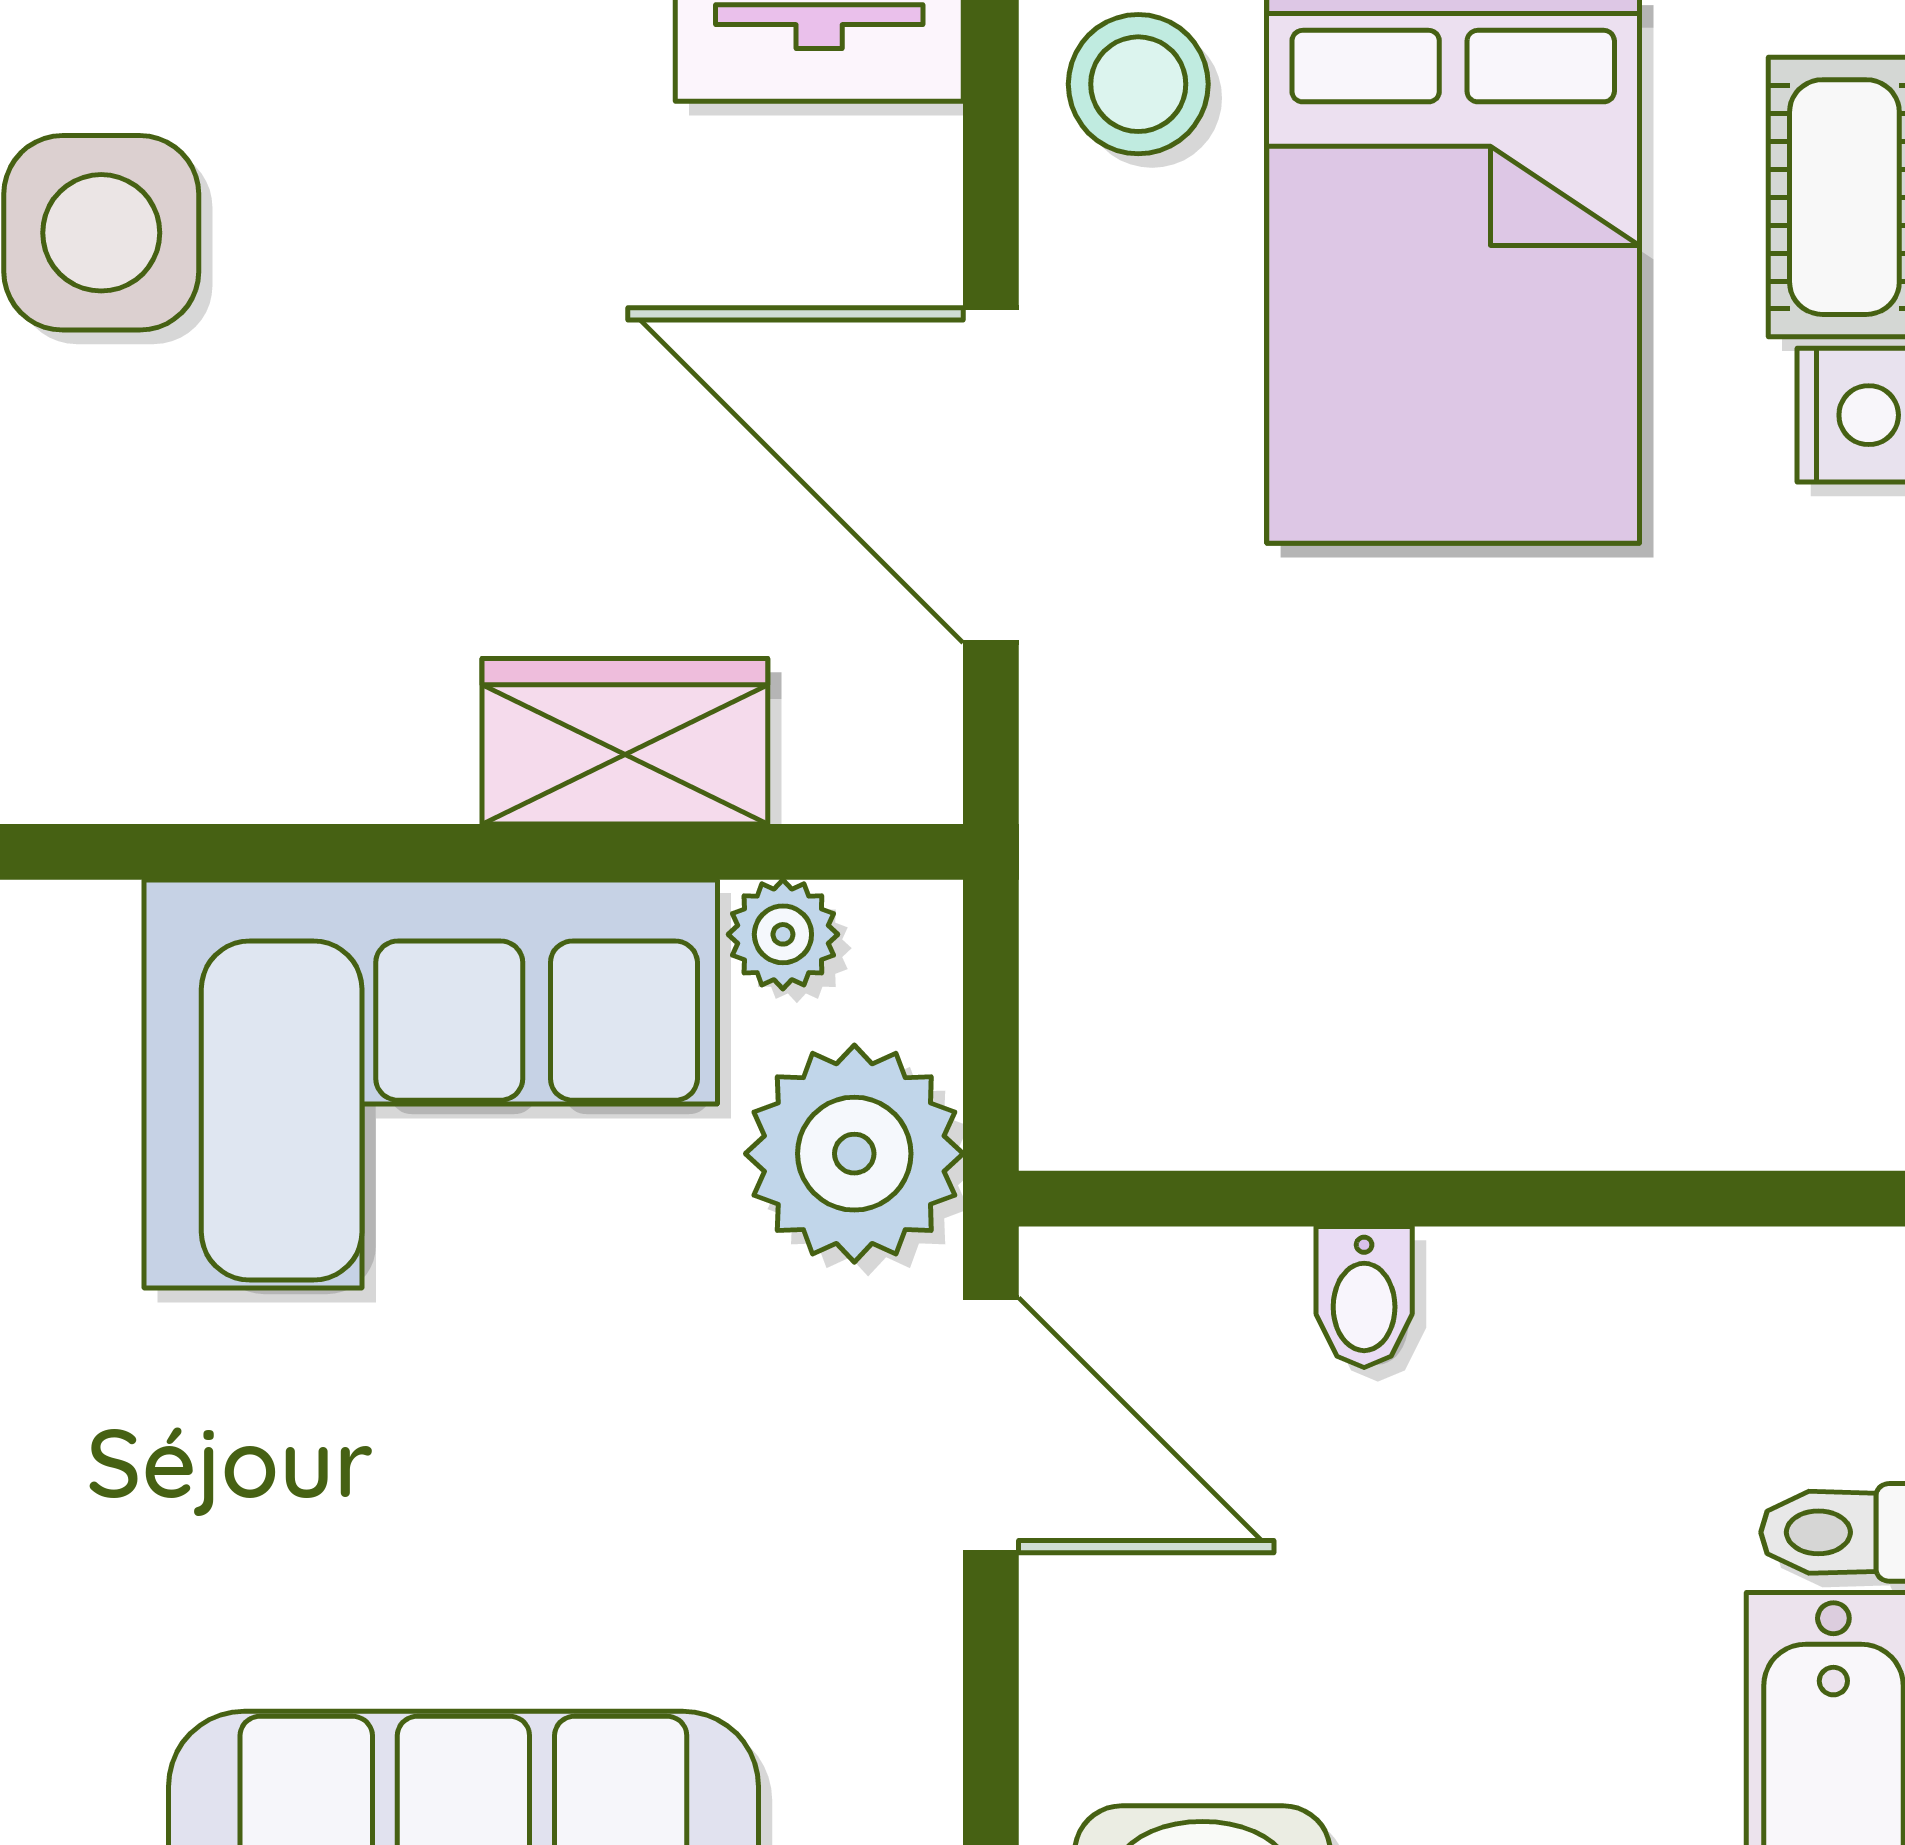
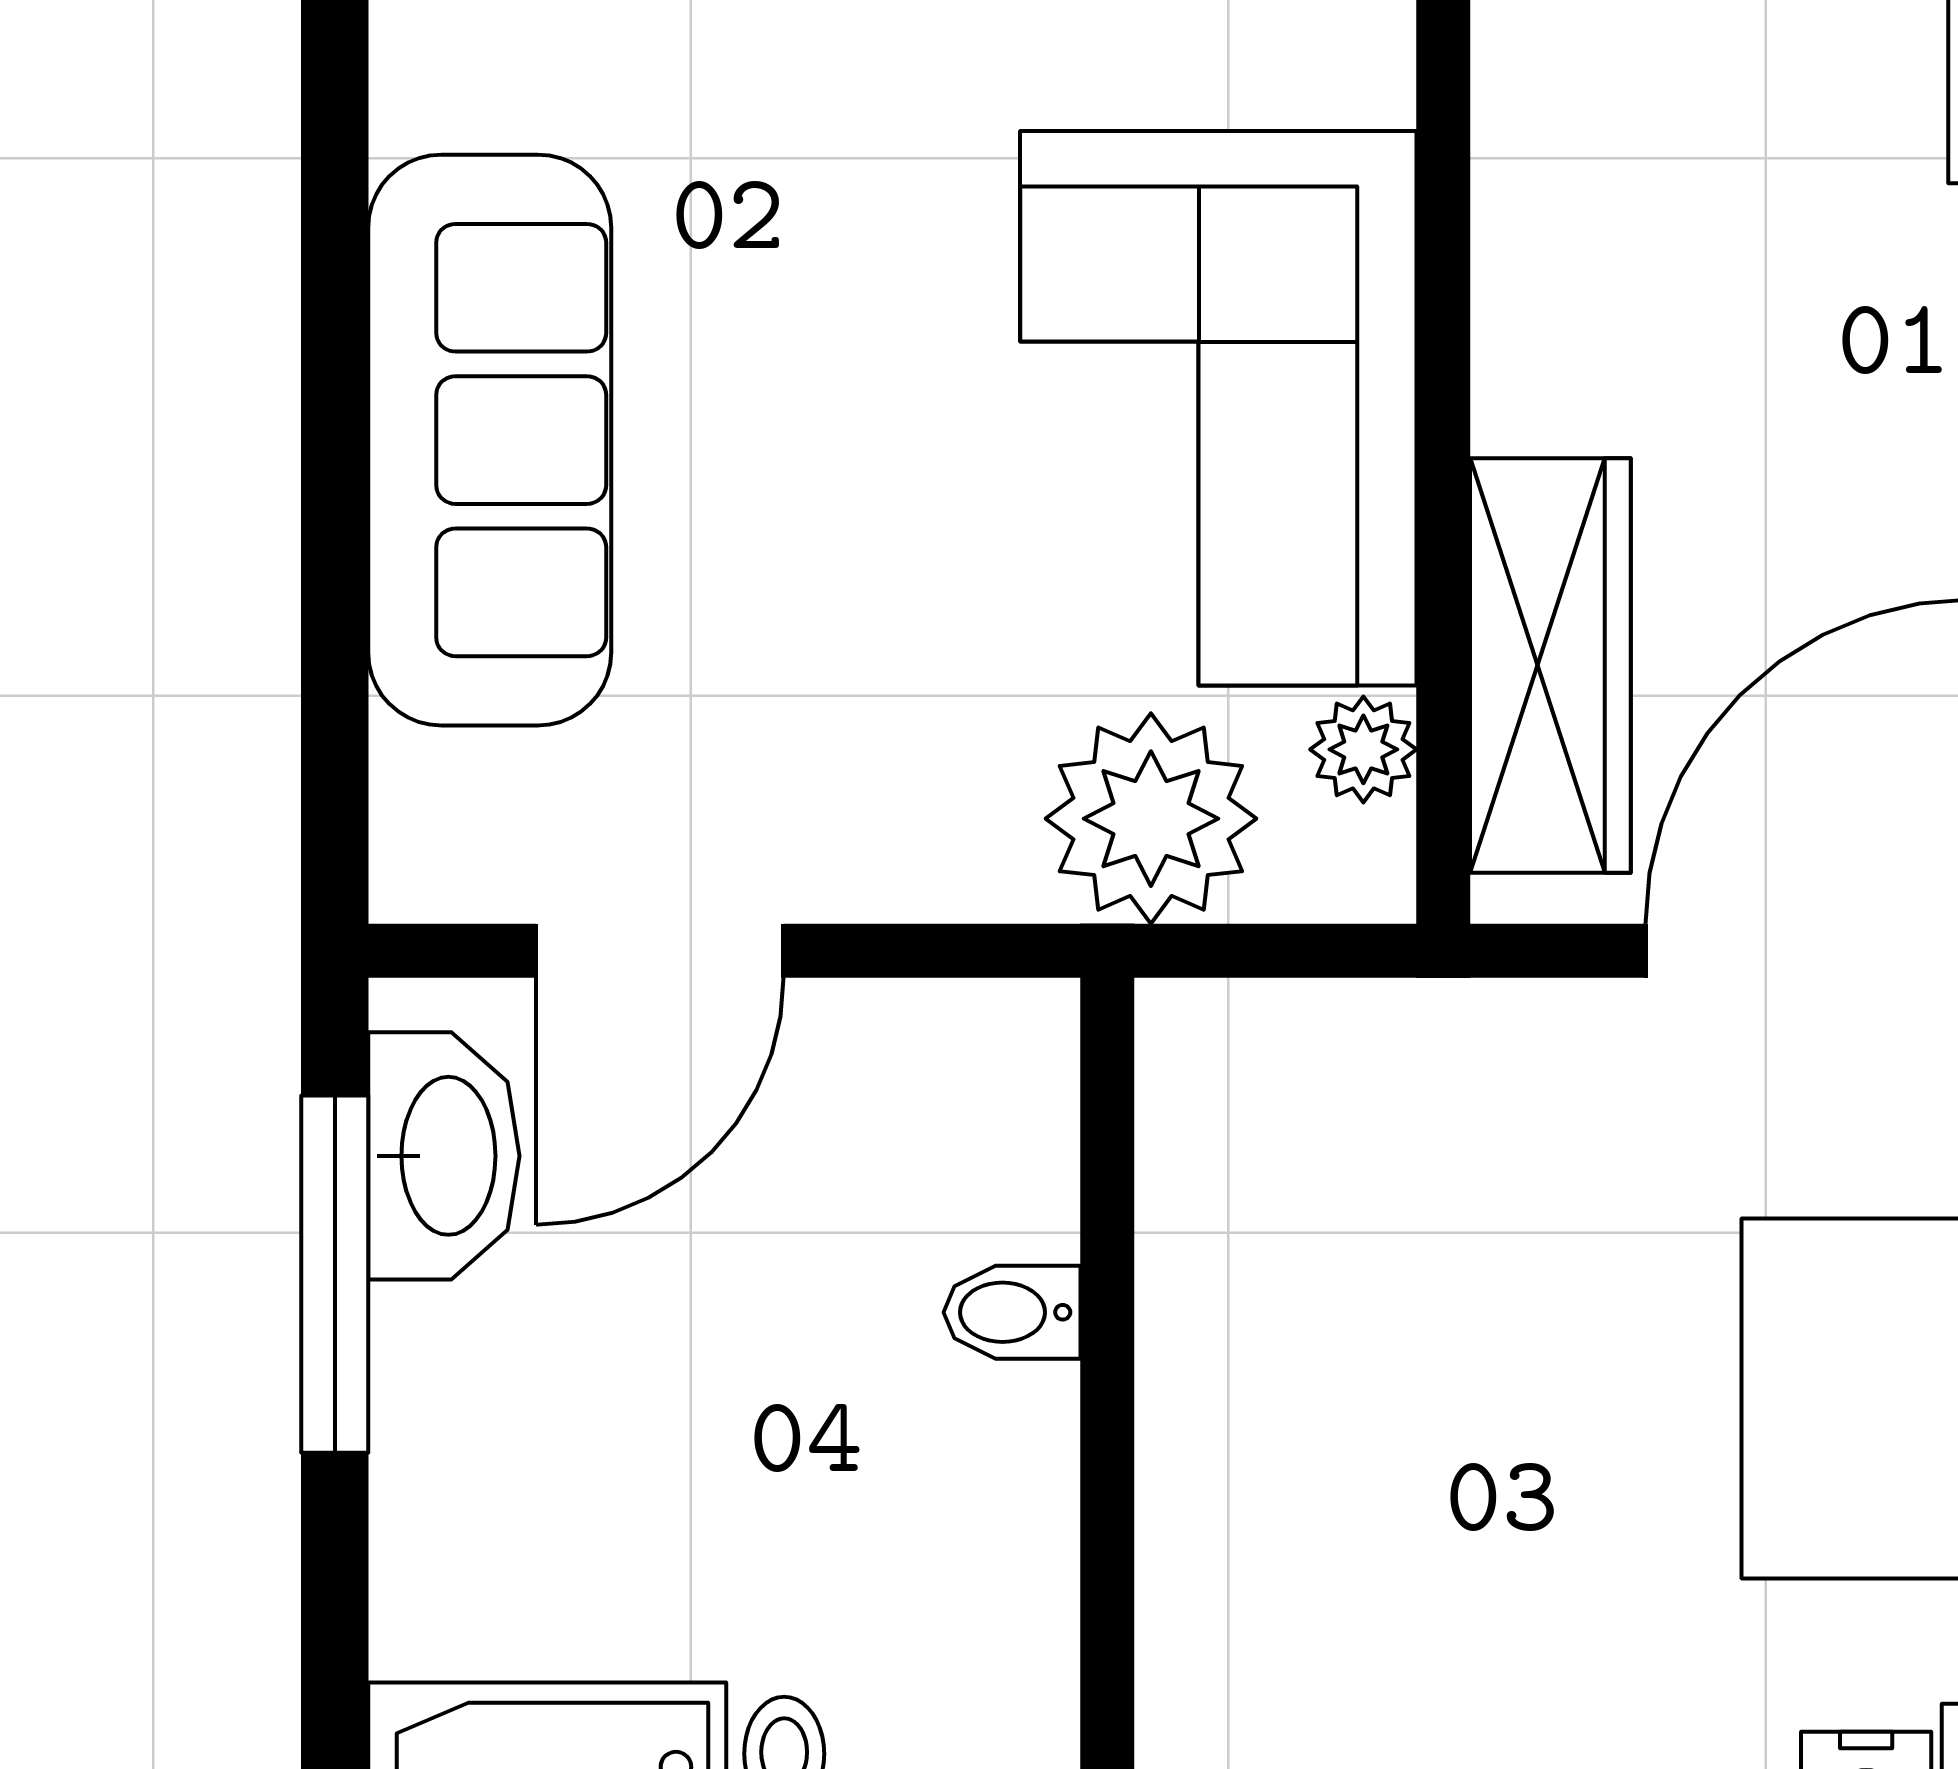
wardrobe: (625, 741) -> (1550, 665), width x1.50
door: (991, 1425) -> (660, 951), moved

